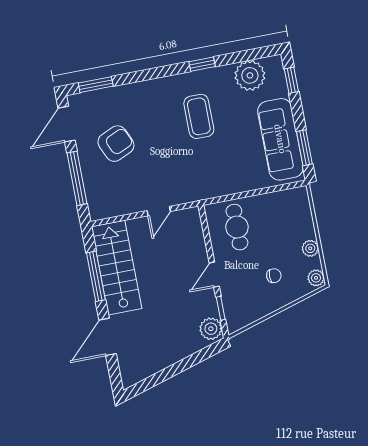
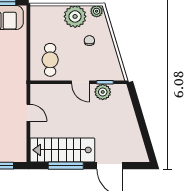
cafe table: (237, 227) -> (50, 60), turned 90
plant: (310, 248) -> (75, 16), width x1.88, depth x1.88
plant: (211, 329) -> (103, 92), moved

